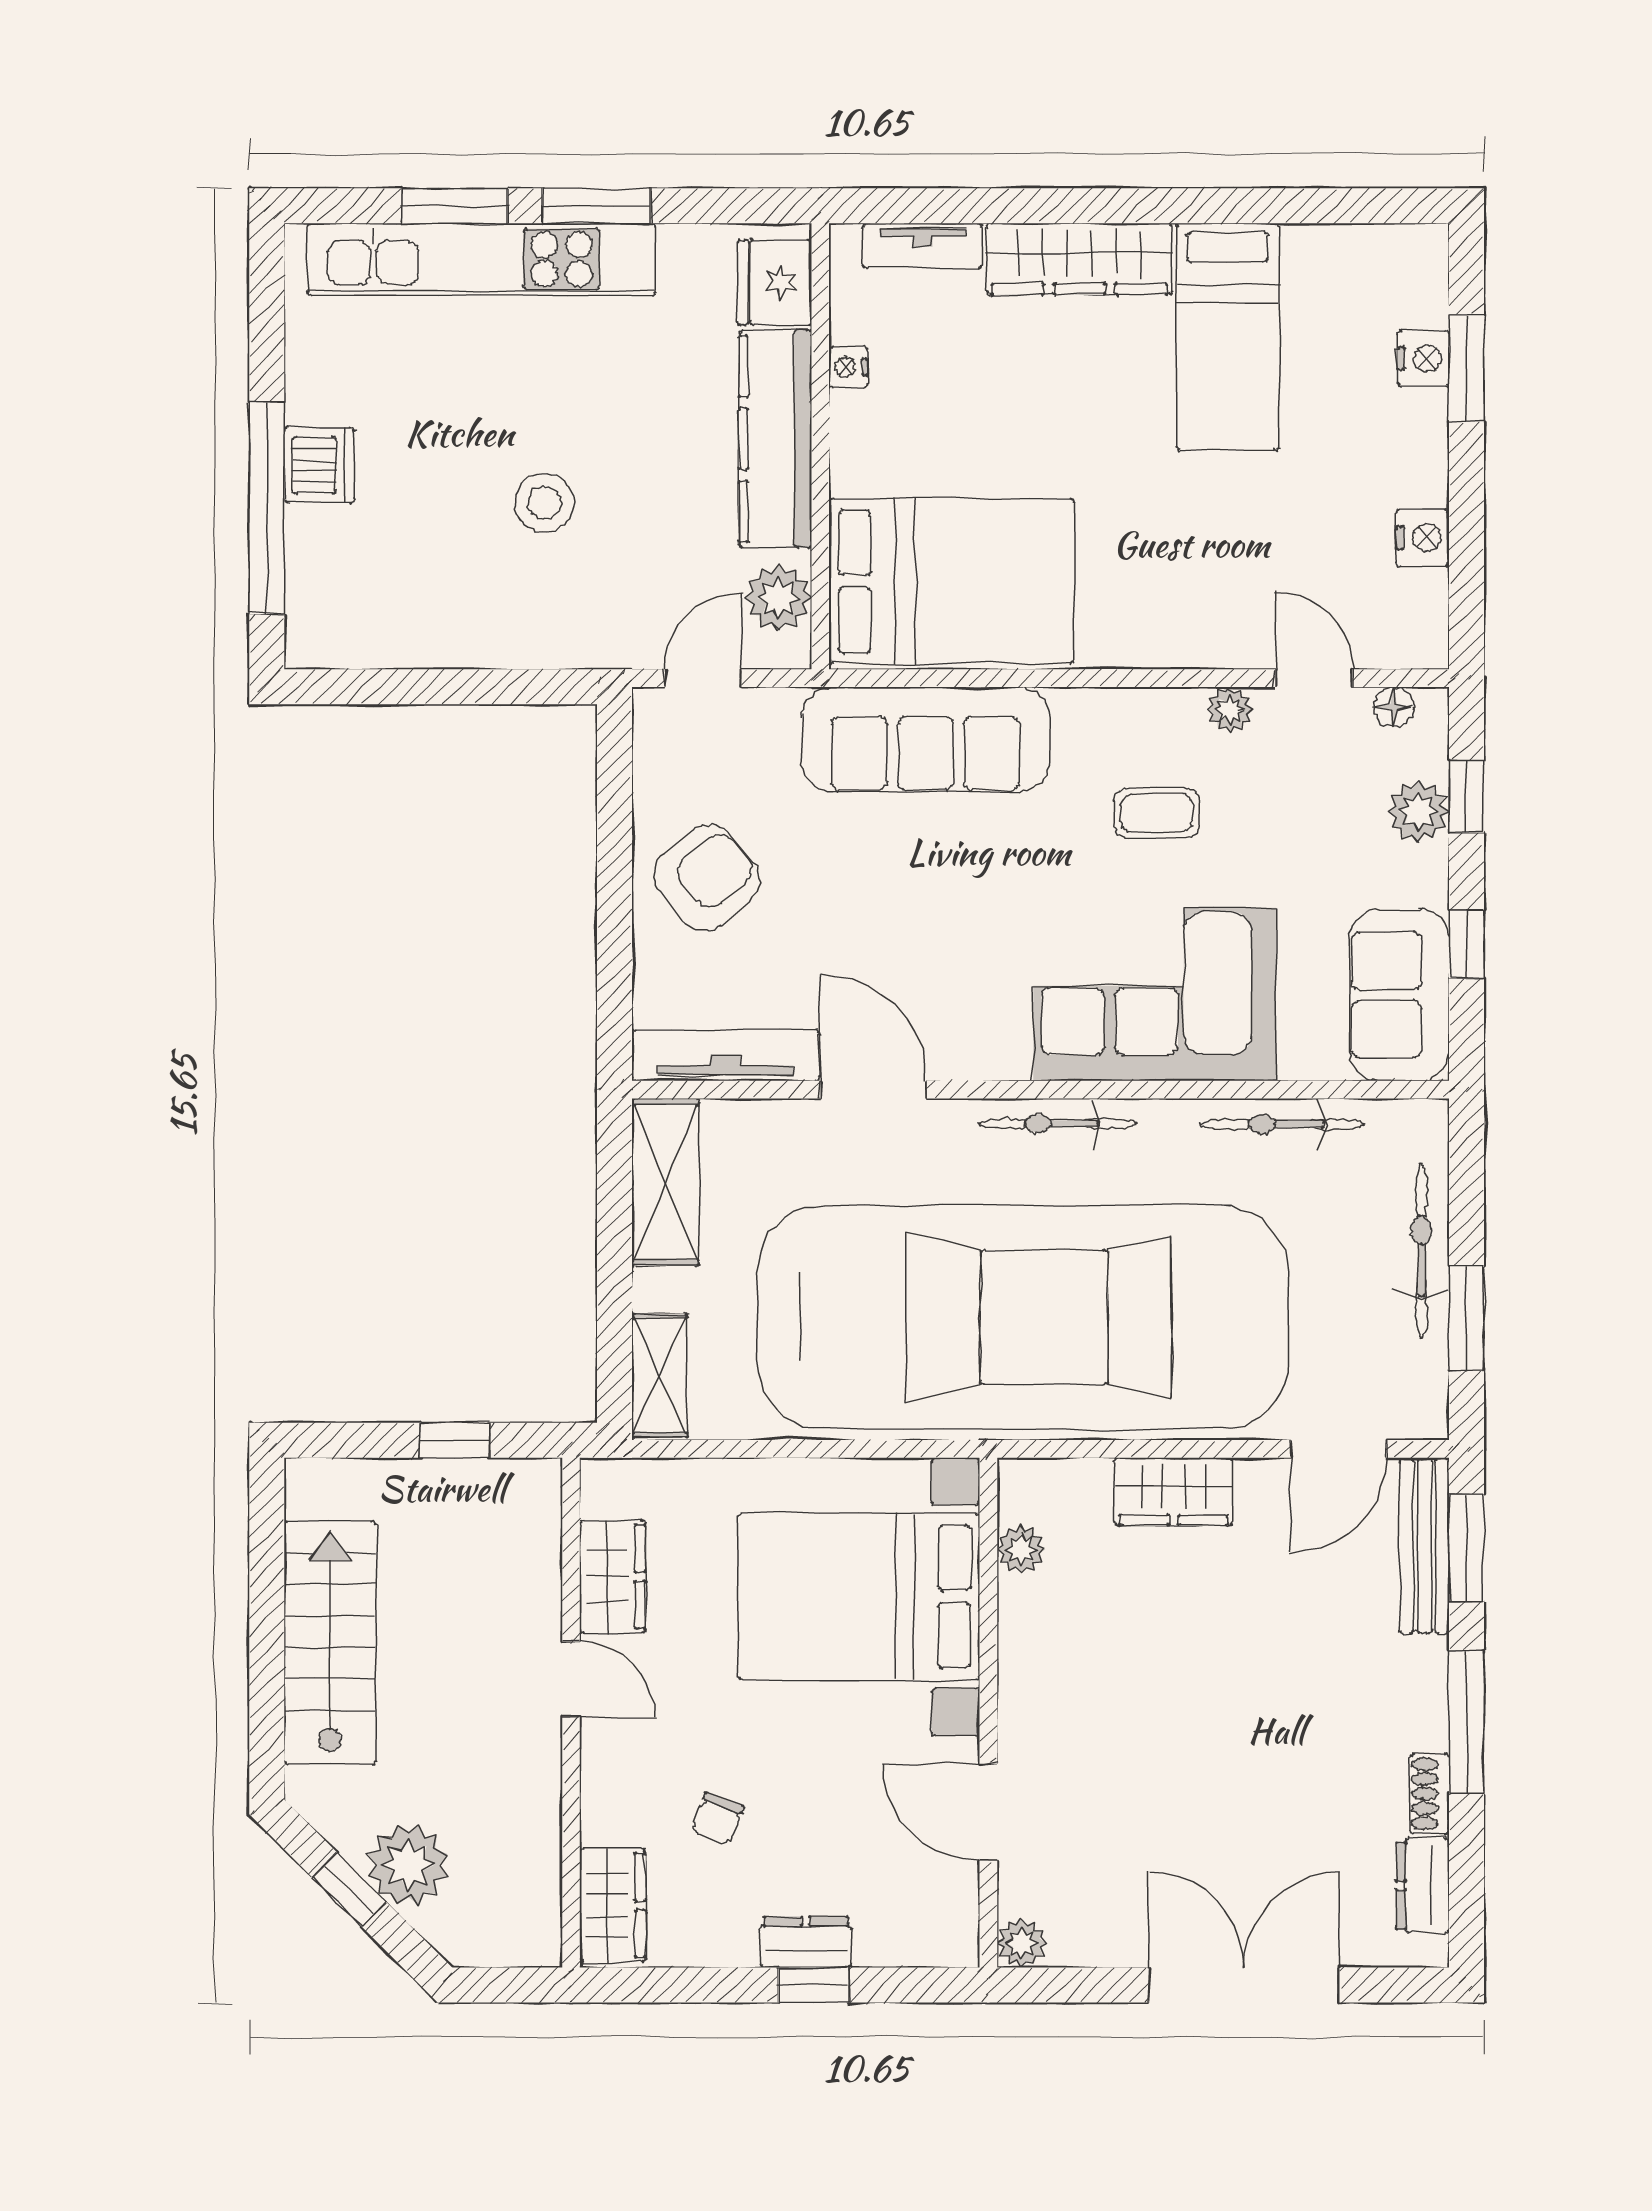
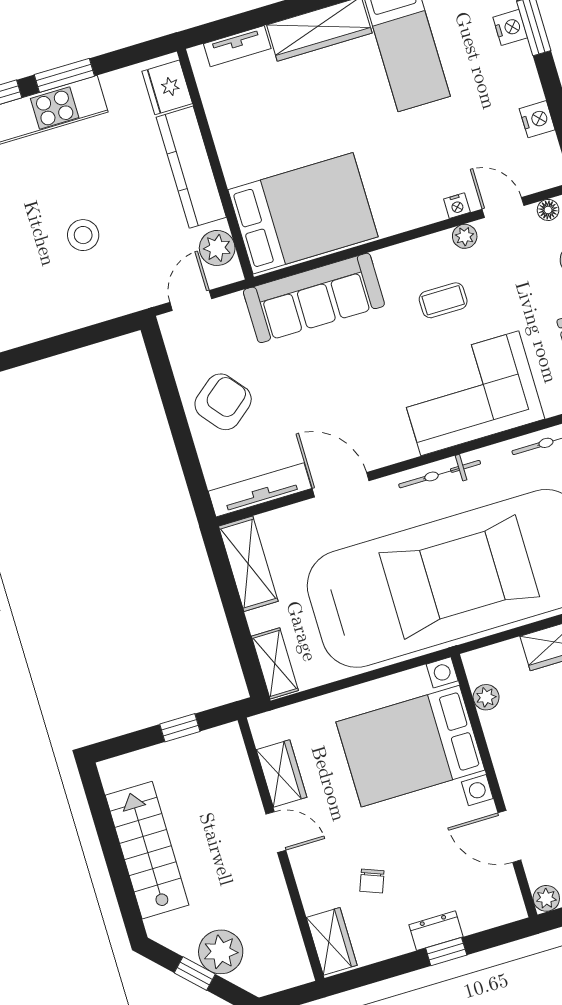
nightstand: (848, 367) -> (457, 206), moved, turned -90

